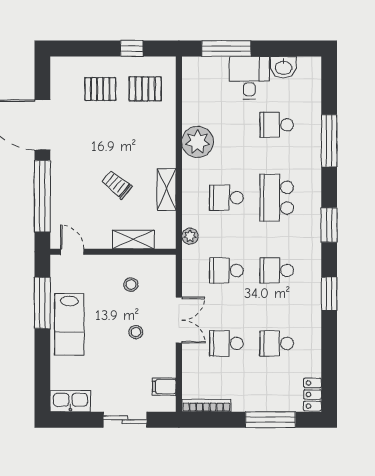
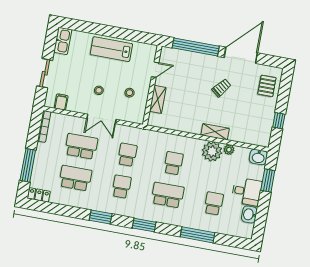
window: (226, 48) -> (268, 180), width x0.69
washbasin: (193, 70) -> (258, 157), added
pallet: (100, 89) -> (267, 86), moved
pallet: (145, 89) -> (252, 124), removed
trolley: (117, 185) -> (222, 88), moved
shelving: (167, 189) -> (215, 132), moved
plant: (190, 236) -> (229, 150), moved
door: (72, 252) -> (155, 70), moved
window: (42, 303) -> (128, 35), removed
school desk: (226, 343) -> (81, 146), width x1.85
school desk: (277, 343) -> (75, 178), width x1.85

